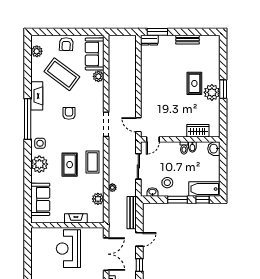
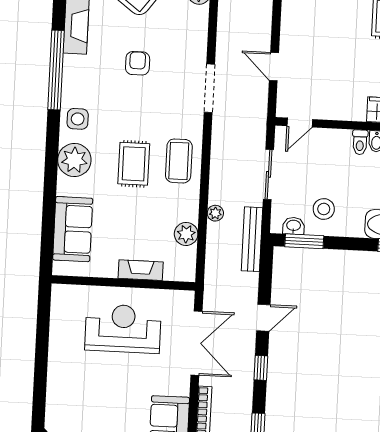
door: (138, 125) -> (274, 67), moved
window: (178, 200) -> (304, 241), moved
bench: (132, 213) -> (252, 239), moved
reception desk: (68, 249) -> (123, 329), turned 90

